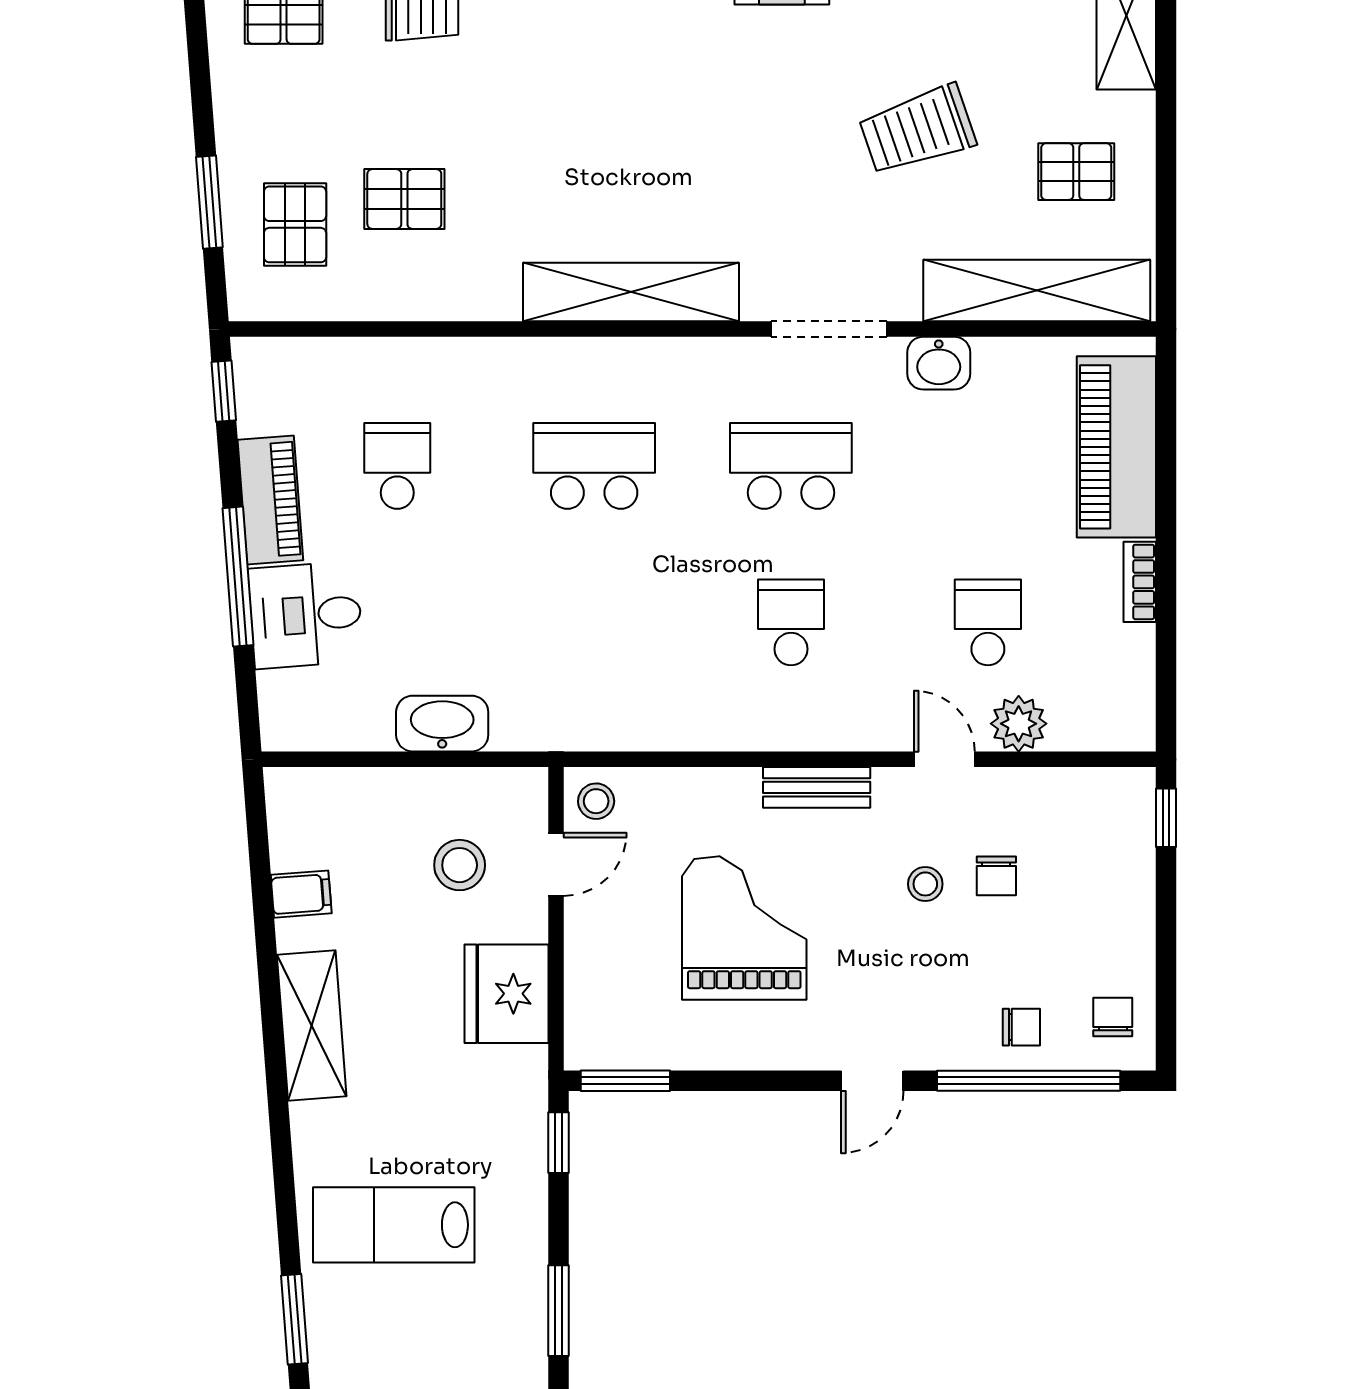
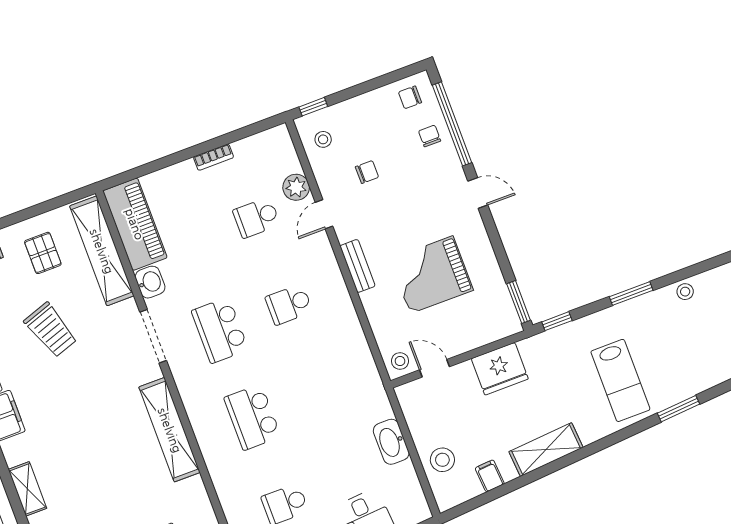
piano: (1116, 447) -> (135, 224), moved, turned -90
stool: (460, 865) -> (442, 460), moved
stool: (925, 884) -> (323, 139), moved

